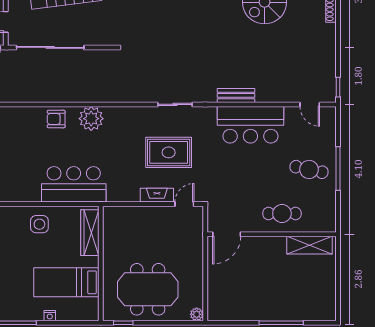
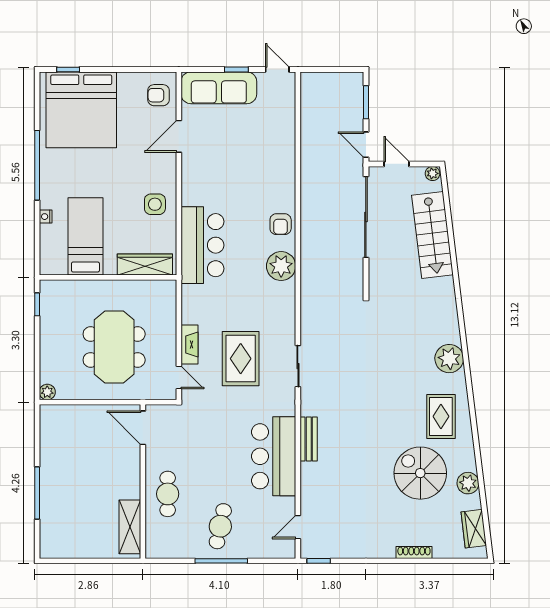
armchair: (56, 119) -> (281, 224), turned 180
meeting table: (148, 289) -> (114, 347), moved

